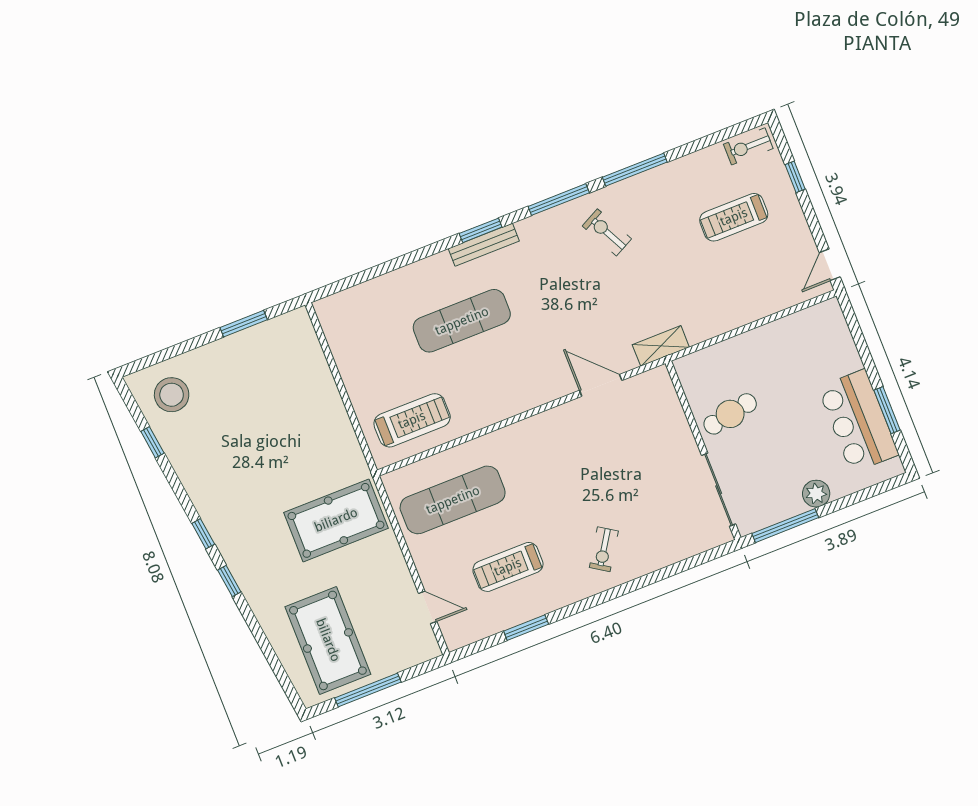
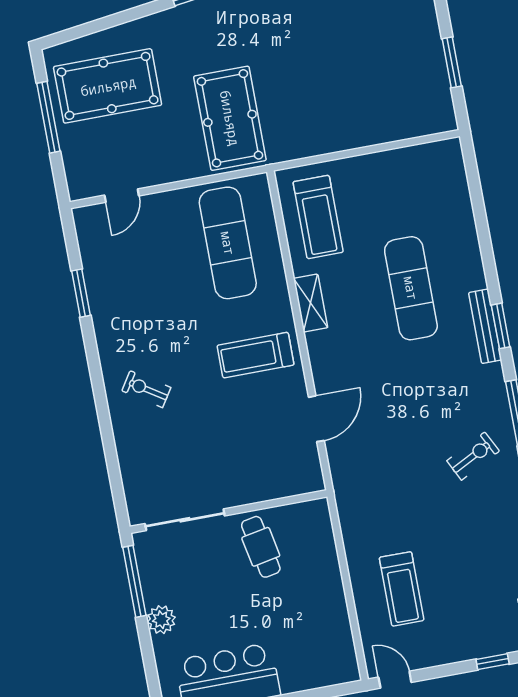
treadmill: (734, 217) -> (402, 589), moved, turned 180
shelving: (661, 346) -> (311, 303), moved
treadmill: (508, 567) -> (256, 355), moved, turned -90

